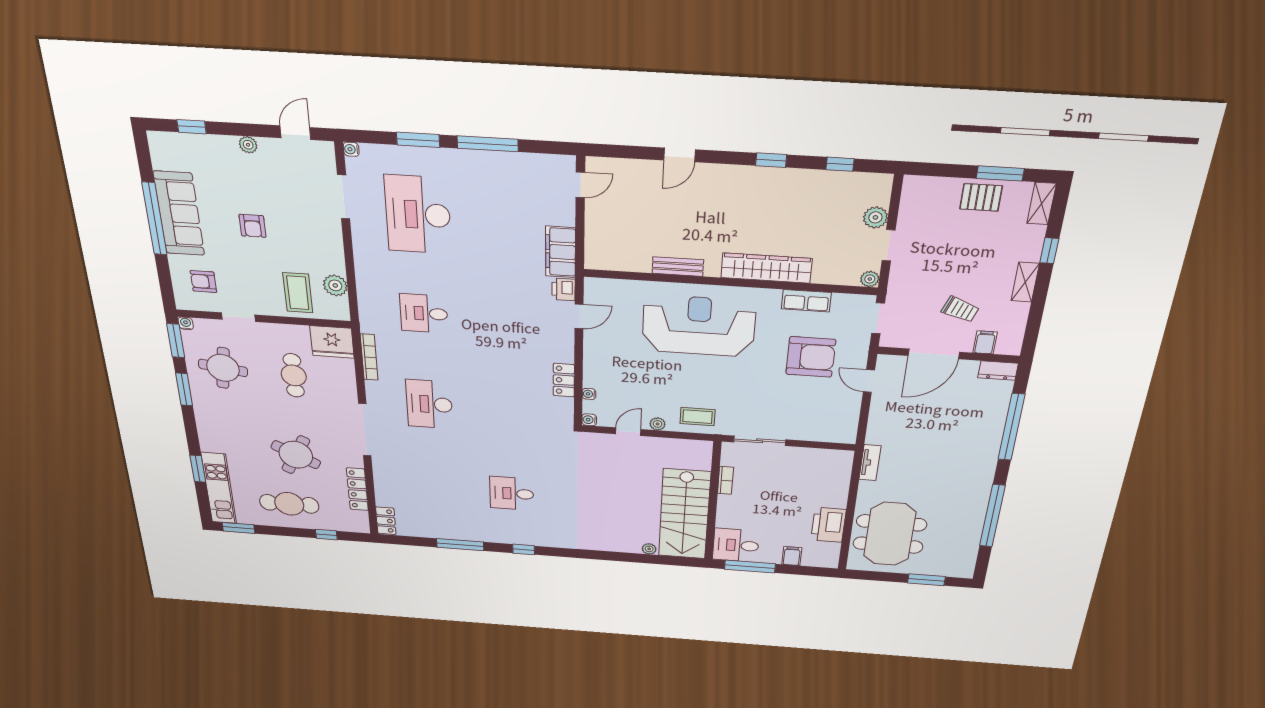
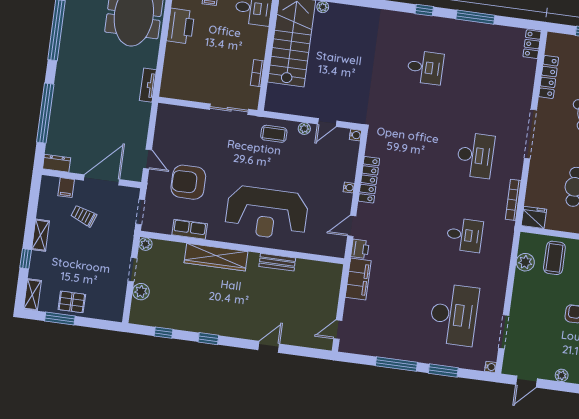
fridge: (332, 342) -> (534, 217), width x0.73, depth x0.75
locker: (564, 380) -> (369, 180), width x1.53
water cooler: (589, 394) -> (349, 188), moved

